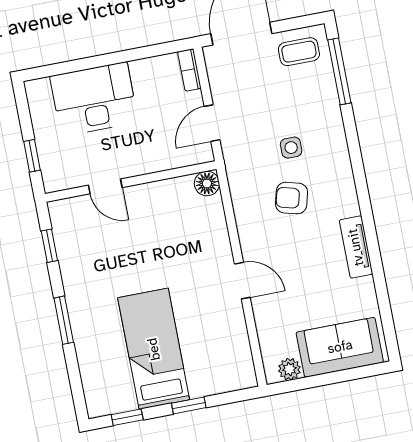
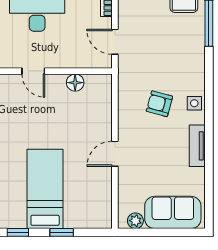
door: (212, 123) -> (115, 42), hinge flipped
side table: (291, 148) -> (194, 103), moved
floor lamp: (207, 183) -> (75, 83), moved
door: (242, 281) -> (115, 154), swing flipped

